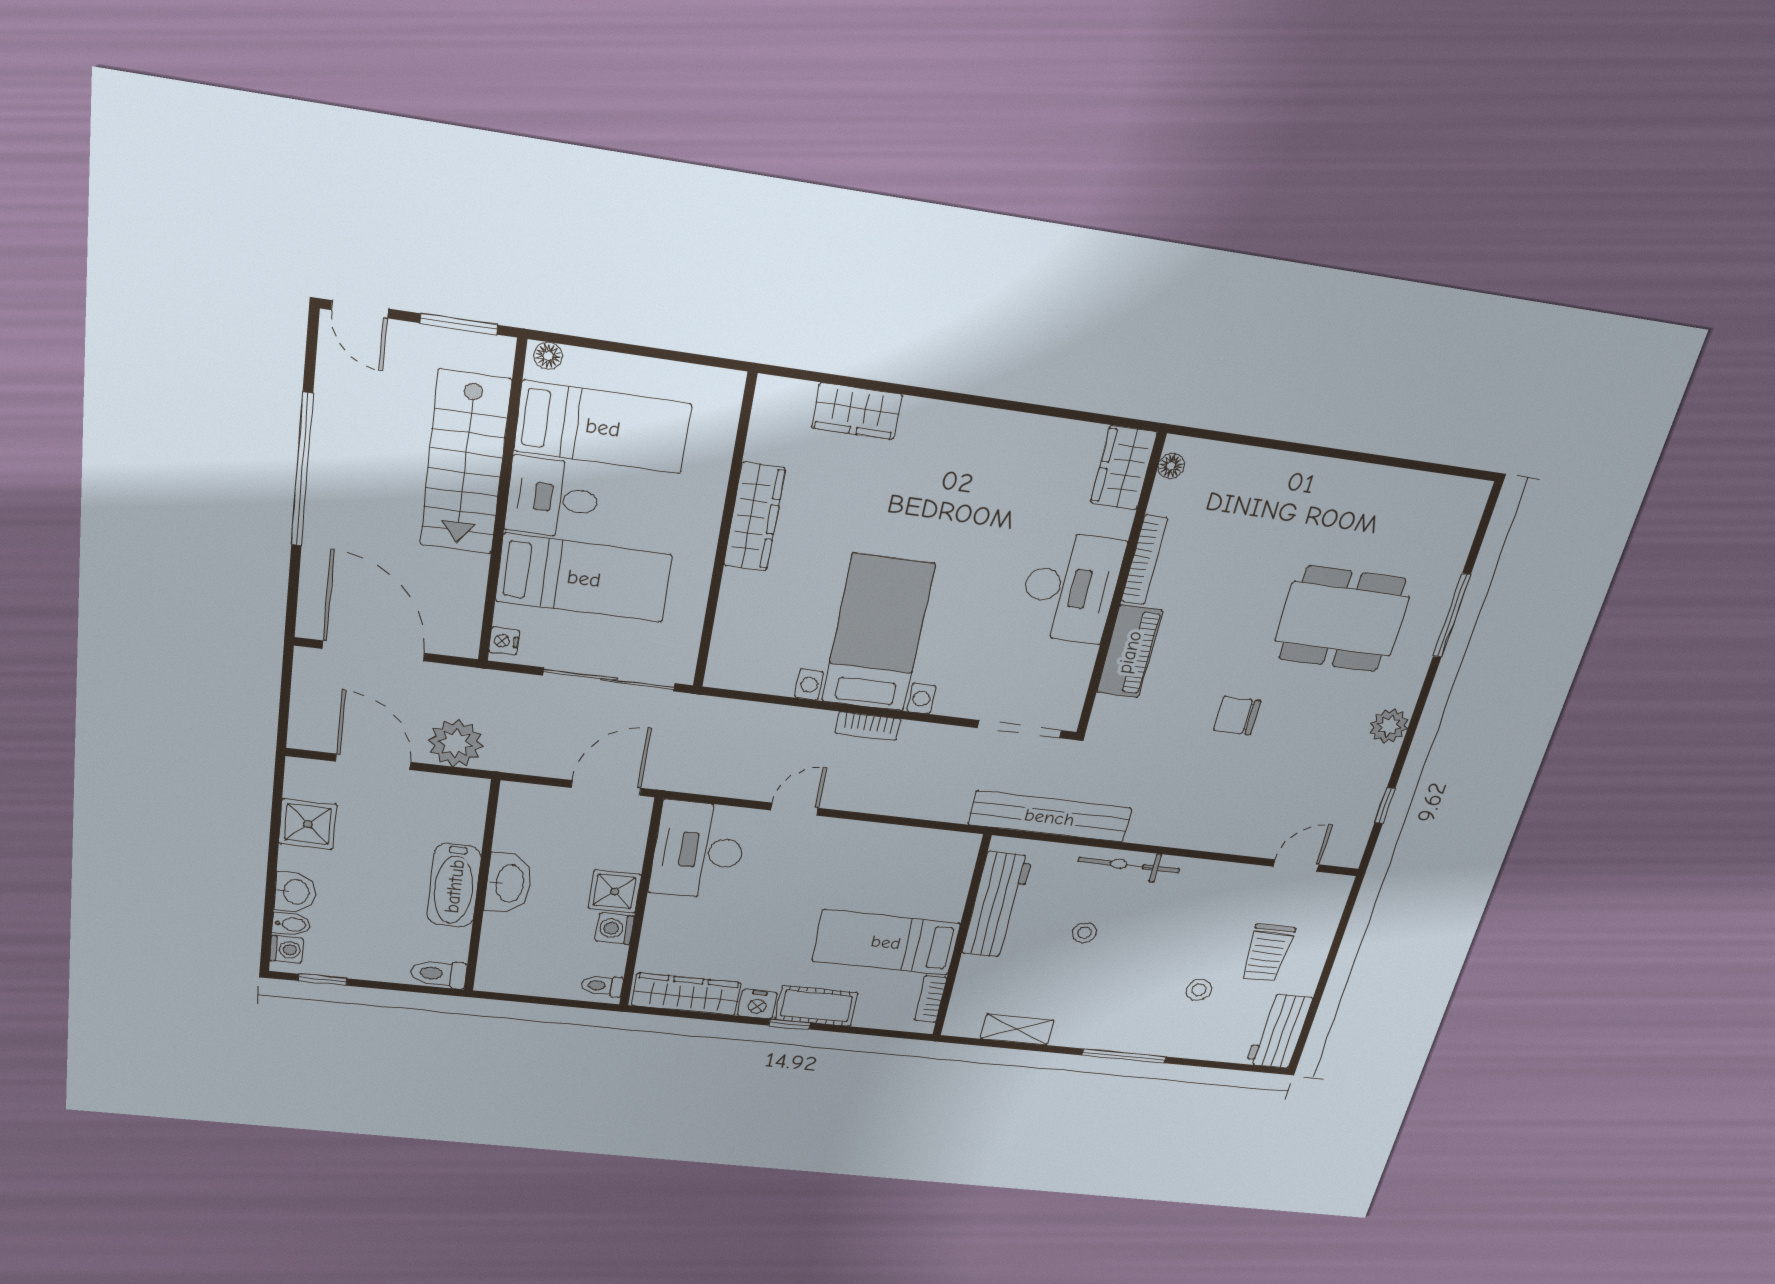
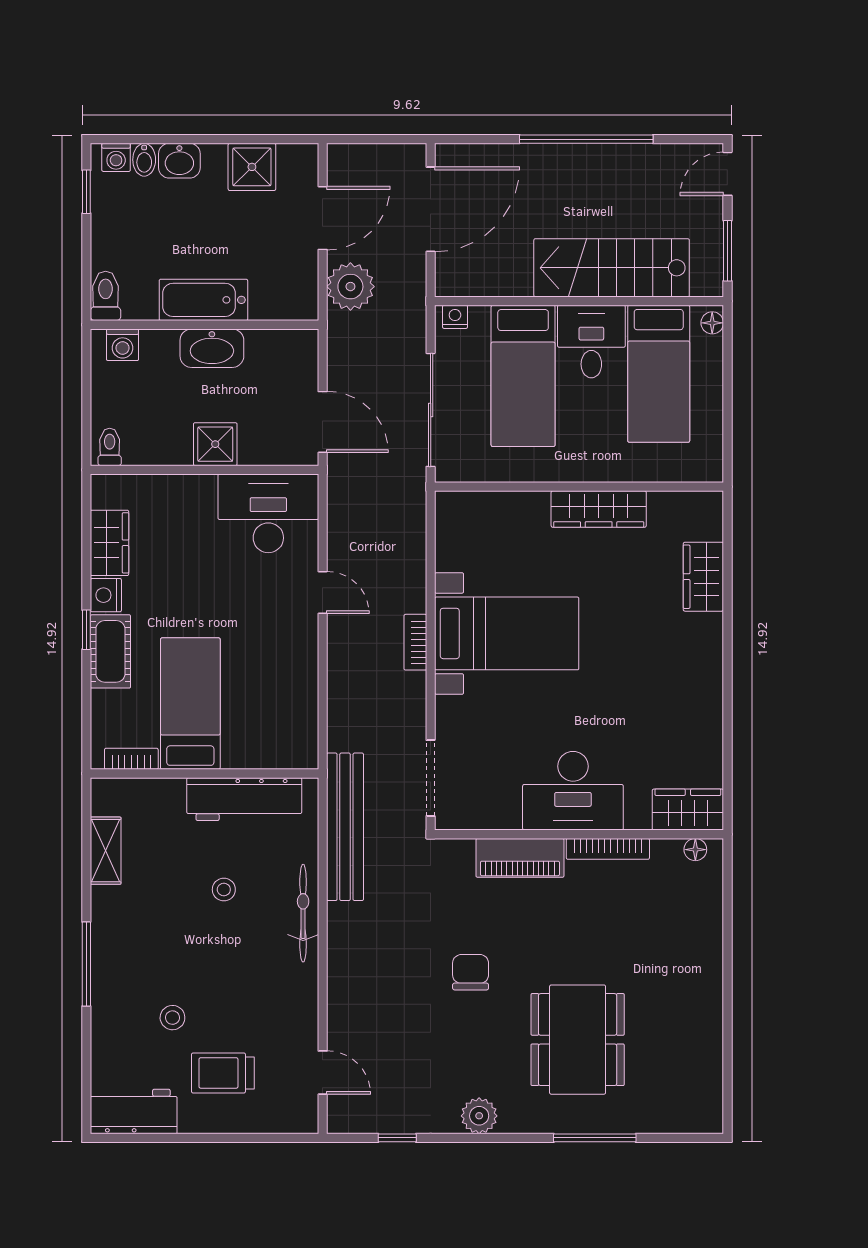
washing machine: (615, 929) -> (123, 345), moved, turned 180
wardrobe: (686, 994) -> (109, 543), width x0.67

